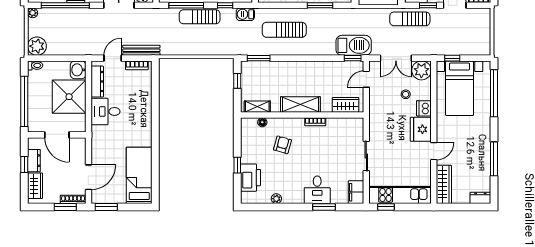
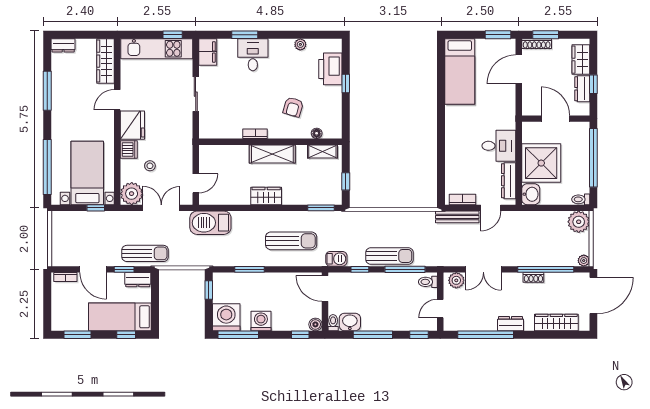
window: (353, 58) -> (212, 208), removed
wardrobe: (346, 105) -> (266, 196), moved, turned 180

